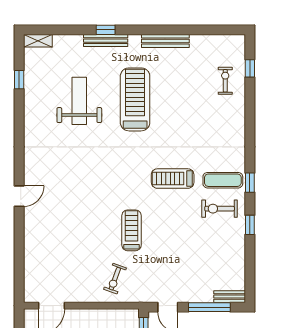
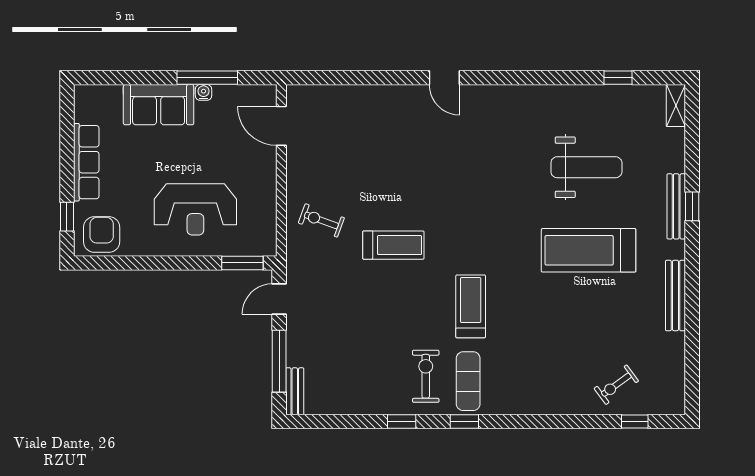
exercise bike: (225, 81) -> (616, 385), turned 144
treadmill: (135, 99) -> (589, 250), turned 180

